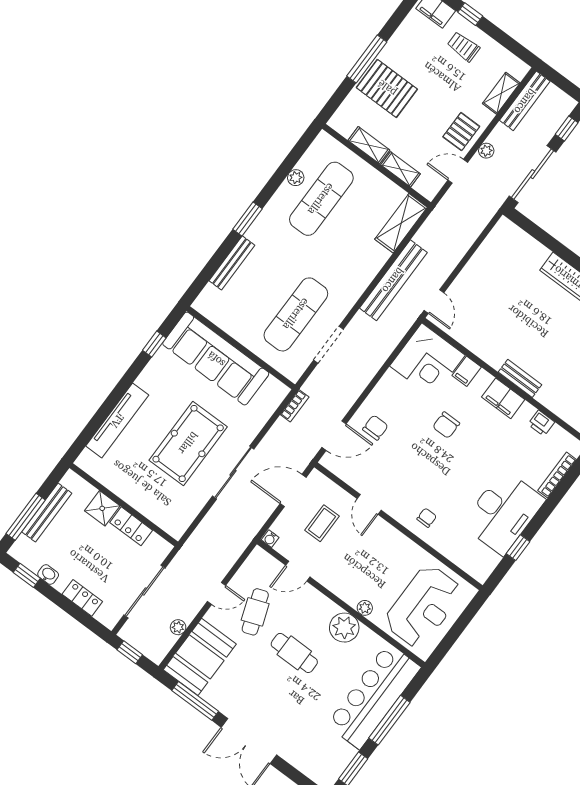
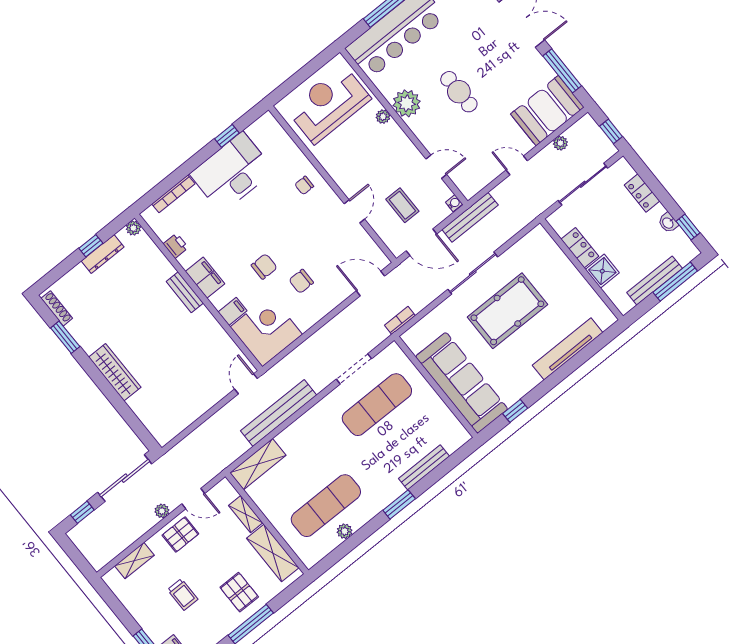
trolley: (463, 47) -> (183, 595), moved
pallet: (387, 88) -> (239, 592), width x0.67, depth x0.71
bench: (525, 101) -> (470, 217), moved
shelving: (369, 145) -> (273, 553), width x1.50, depth x1.33
chair: (375, 428) -> (301, 281), moved
coffee table: (322, 523) -> (402, 205), turned 90
cafe table: (255, 612) -> (485, 139), removed

